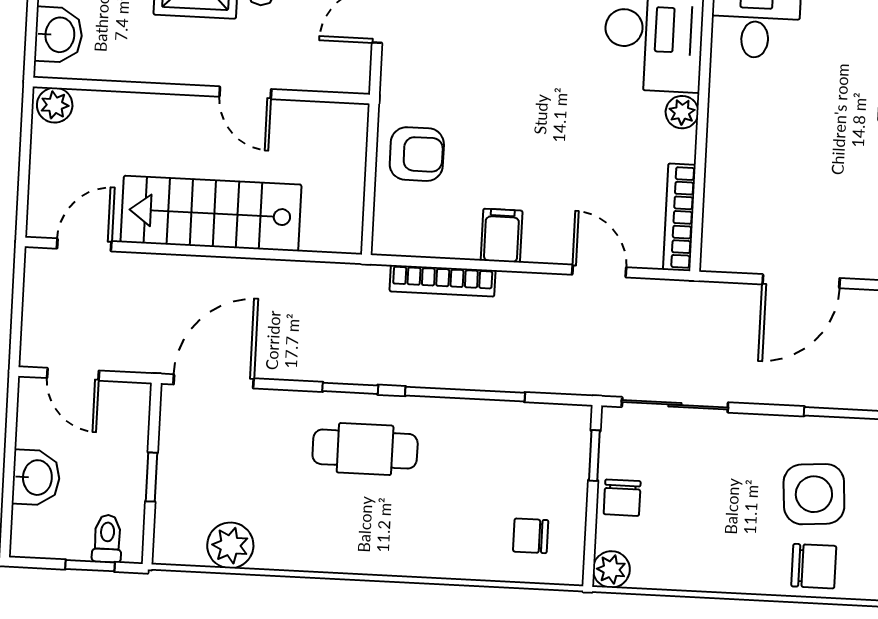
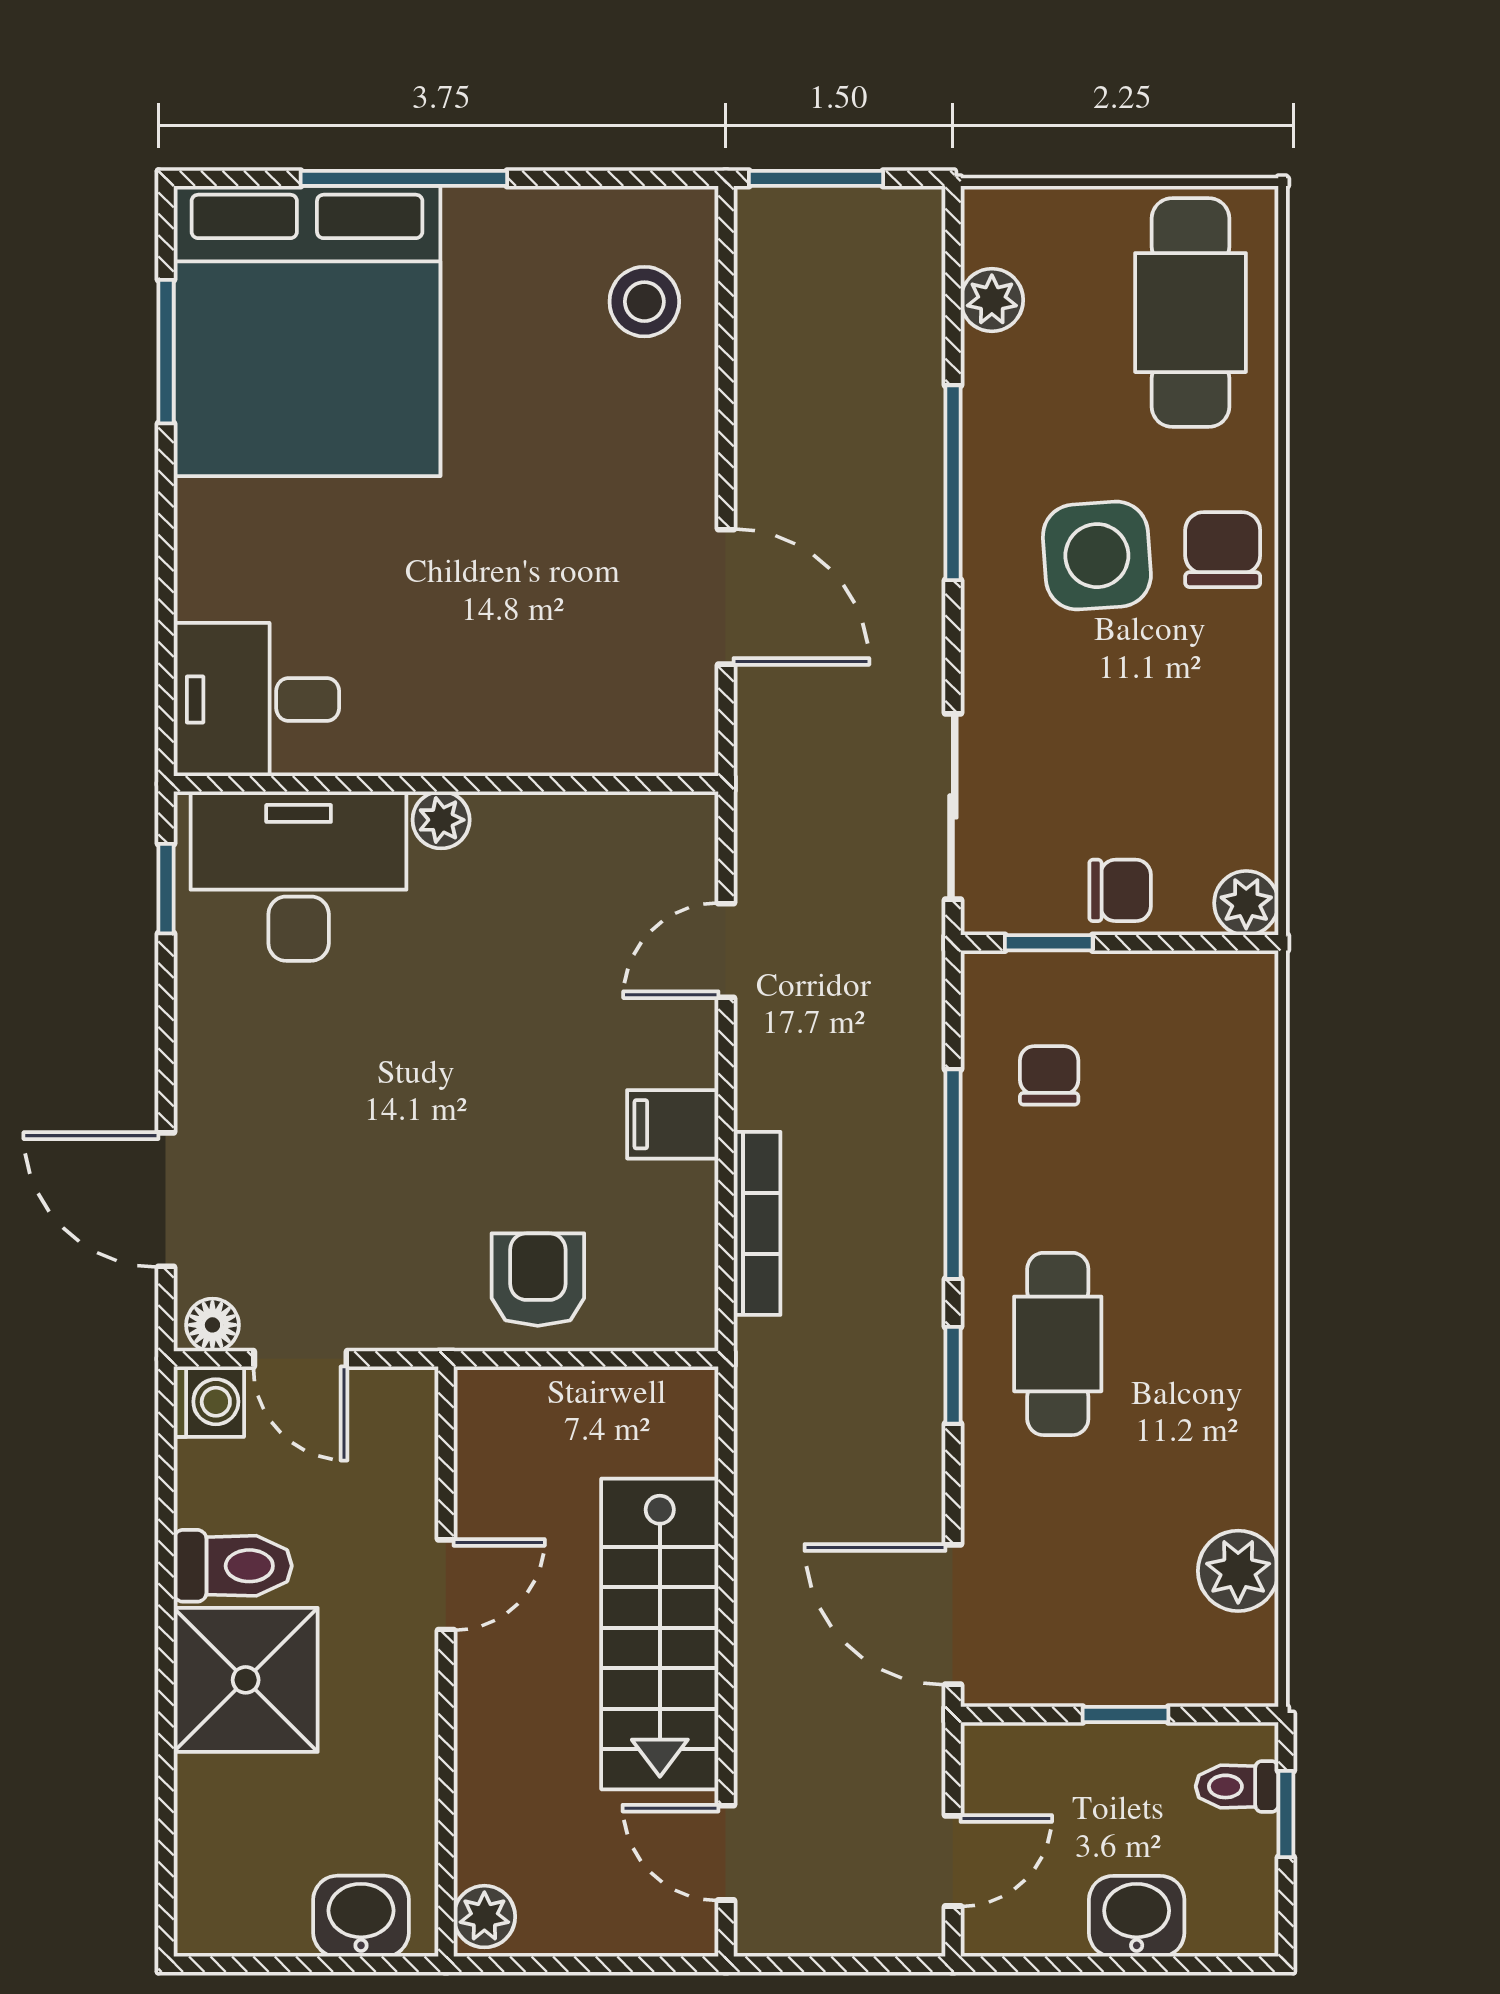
bookcase: (679, 217) -> (625, 815), removed
chair: (531, 536) -> (1049, 1075), moved, turned 180

